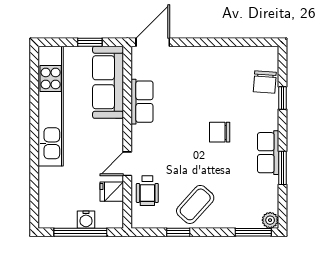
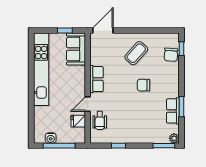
sofa: (108, 82) -> (76, 49), width x0.73
window: (282, 98) -> (182, 49), moved
row of seats: (142, 102) -> (97, 79), moved
row of seats: (268, 153) -> (173, 111), moved
coffee table: (195, 204) -> (136, 53), moved
water cooler: (86, 220) -> (51, 138), moved

